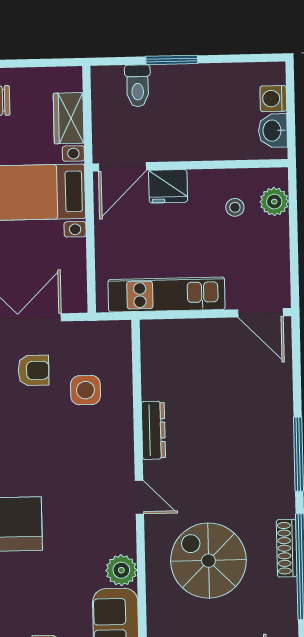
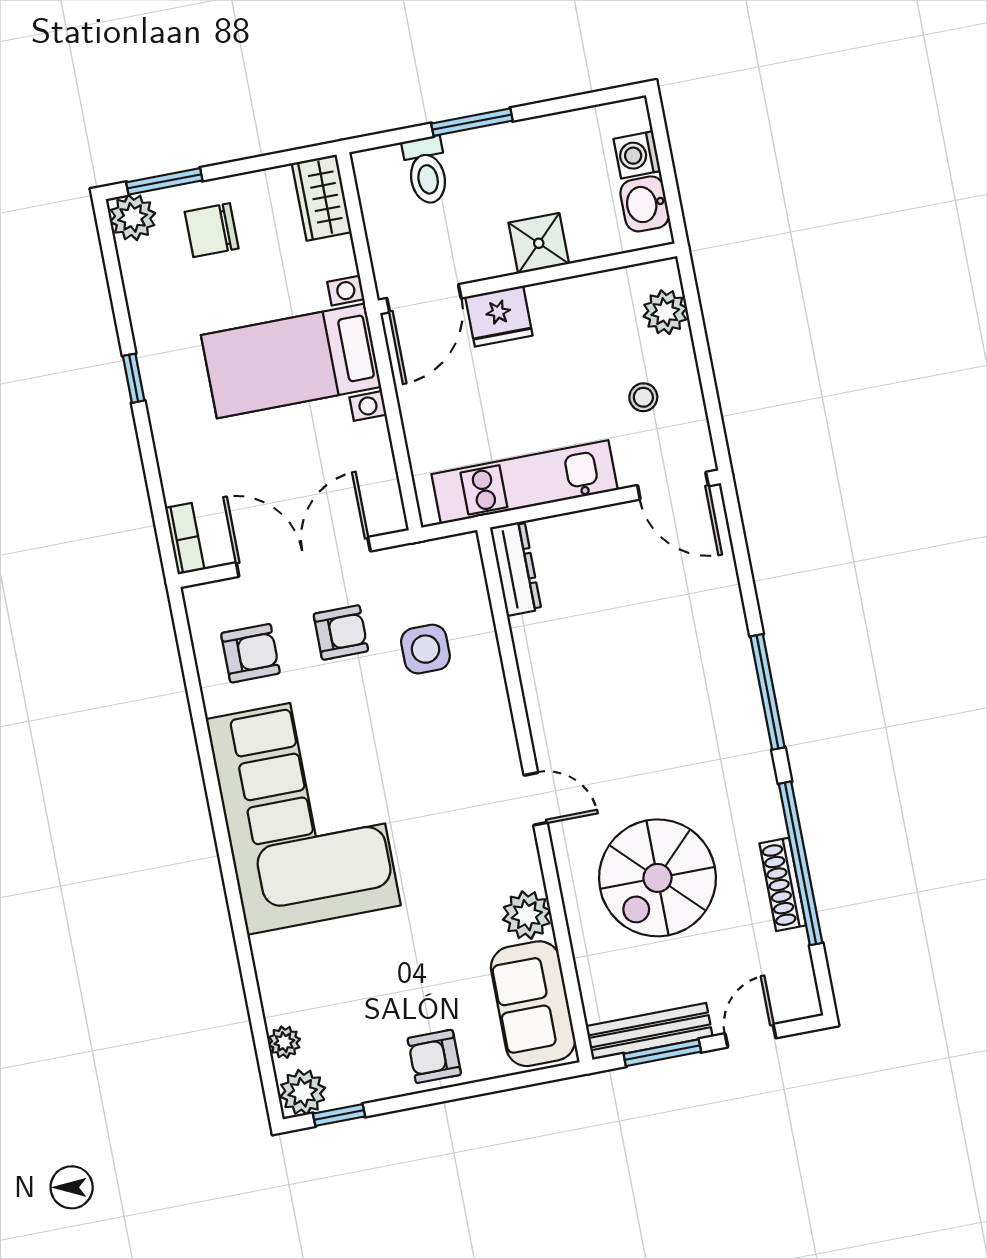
wardrobe: (69, 118) -> (322, 198), moved
shower: (201, 144) -> (539, 243), added
stool: (235, 207) -> (643, 397), moved
dresser: (153, 430) -> (516, 568), moved
shoe rack: (287, 548) -> (783, 884), moved
spiral stairs: (208, 561) -> (657, 878), turned -90

